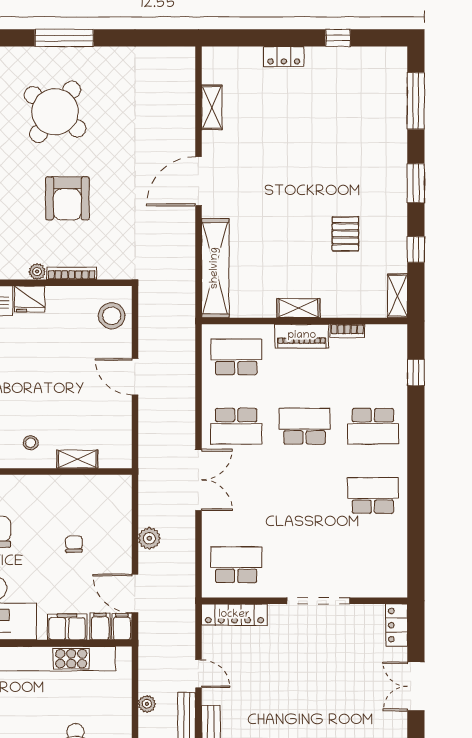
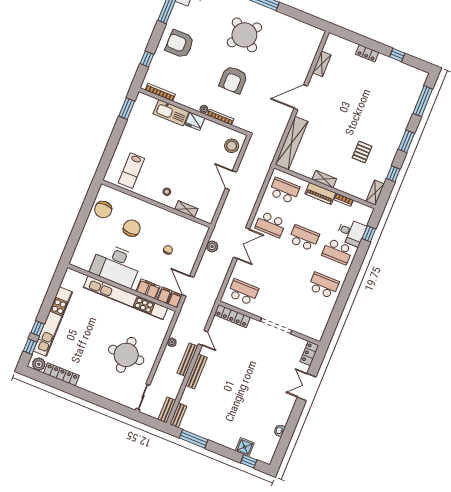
desk: (384, 382) -> (351, 232), added
plant: (149, 538) -> (212, 246), moved

